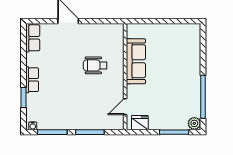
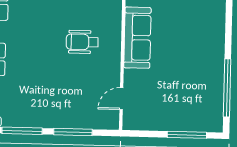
fridge: (140, 123) -> (141, 121), removed
plant: (194, 123) -> (214, 124), removed

